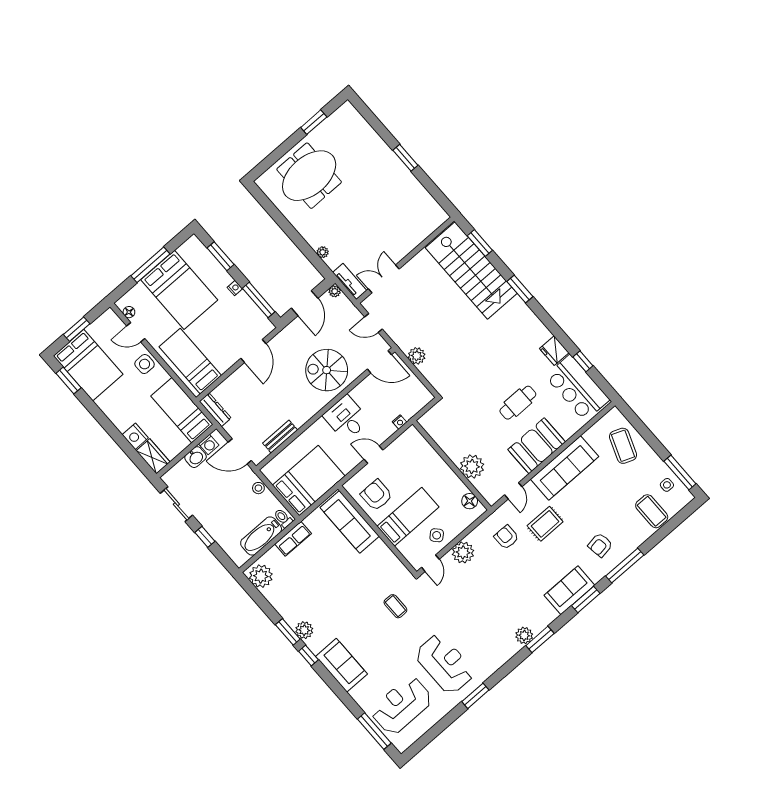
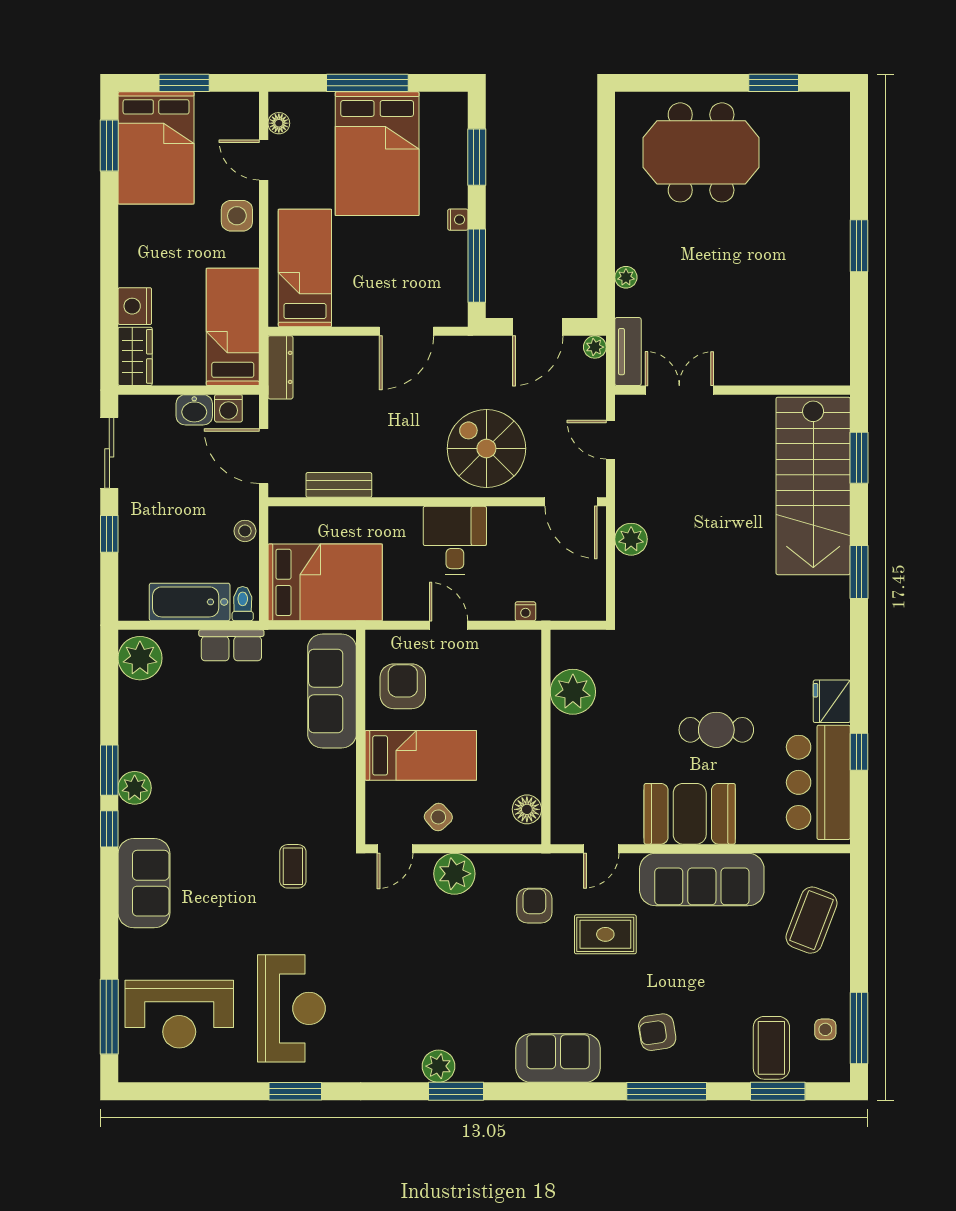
plant: (472, 466) -> (573, 692), moved
window: (586, 600) -> (778, 1091), moved
reception desk: (402, 706) -> (179, 1014), turned 180

